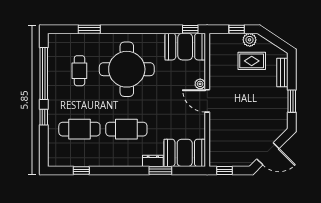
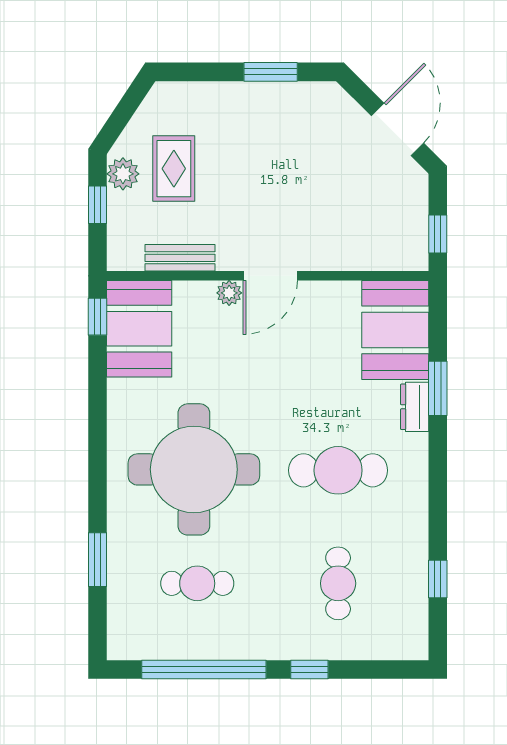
bench: (282, 73) -> (180, 258), moved
cafe table: (79, 129) -> (338, 583), width x0.73, depth x0.74
cafe table: (126, 129) -> (338, 470), turned 90

